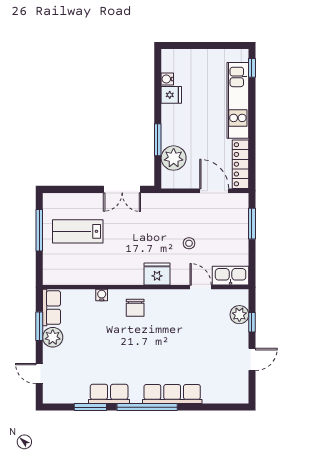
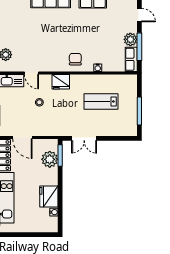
fridge: (171, 95) -> (49, 196), width x1.88, depth x1.34
window: (158, 140) -> (60, 155), moved
double door: (122, 189) -> (84, 138), swing flipped
lab bench: (78, 231) -> (101, 101), moved, turned 180
window: (39, 326) -> (139, 47), width x1.44

